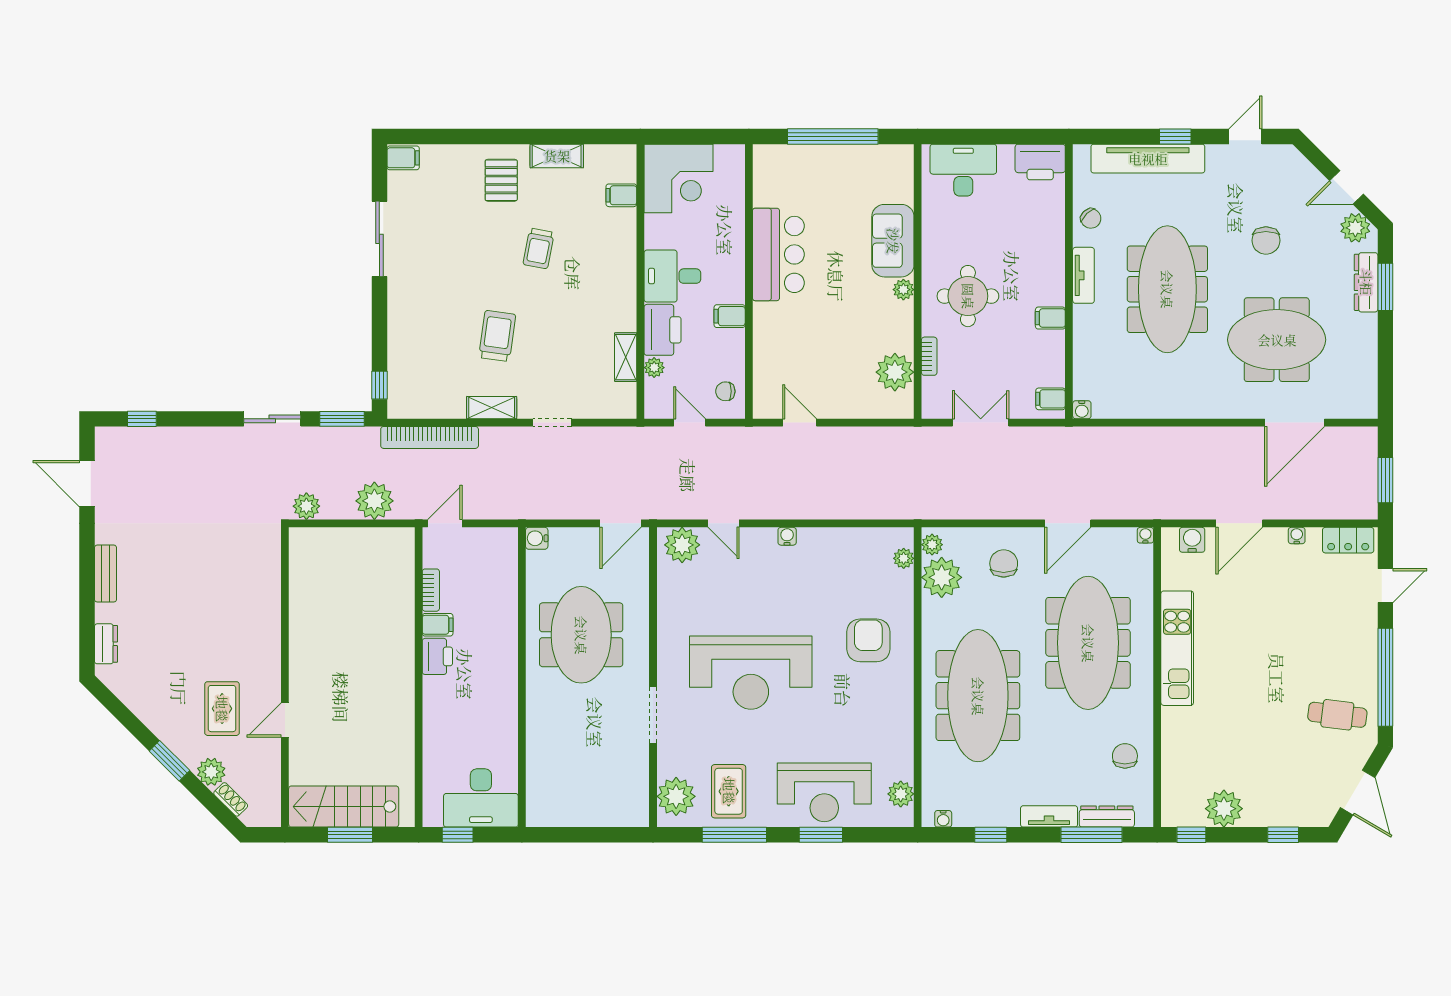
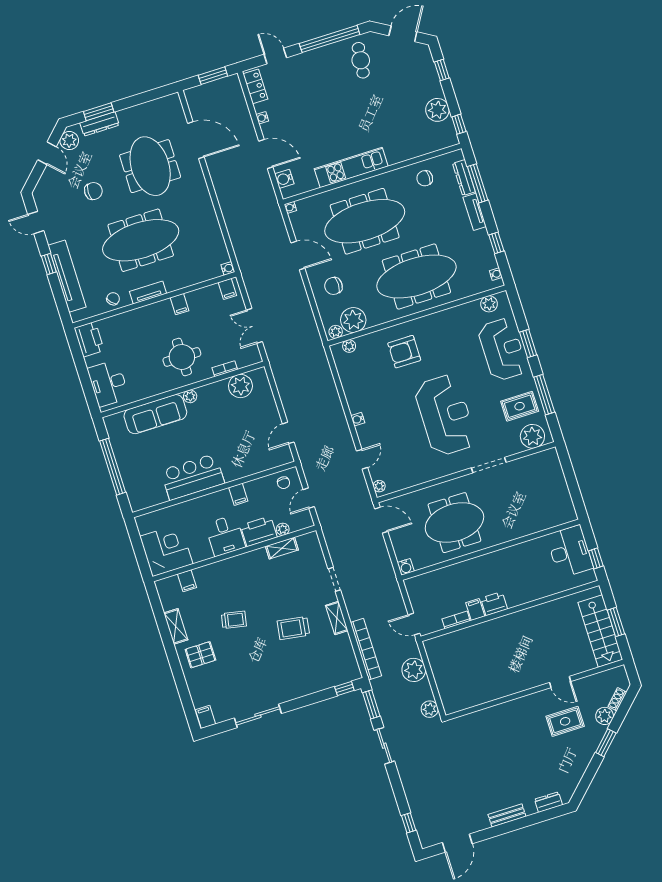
sofa: (893, 241) -> (155, 414), width x1.36
plant: (682, 545) -> (379, 486), width x0.53, depth x0.53

